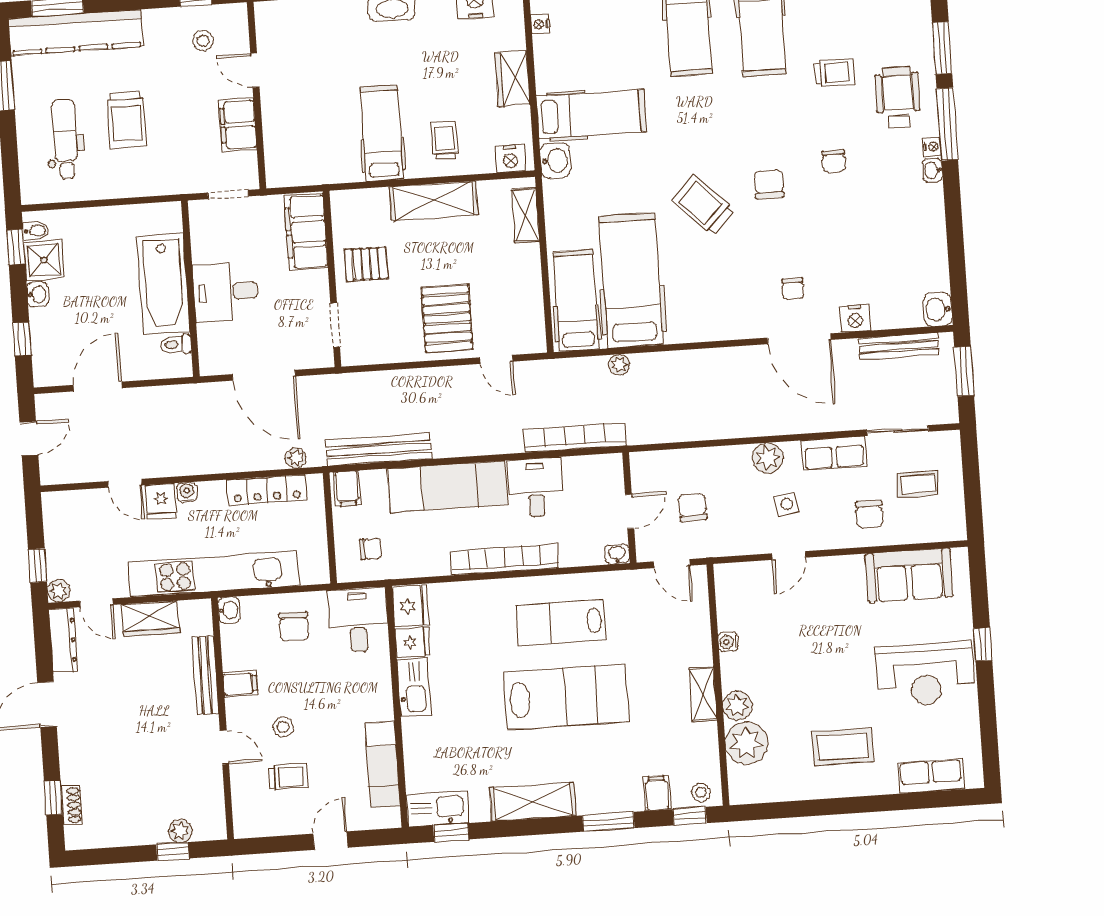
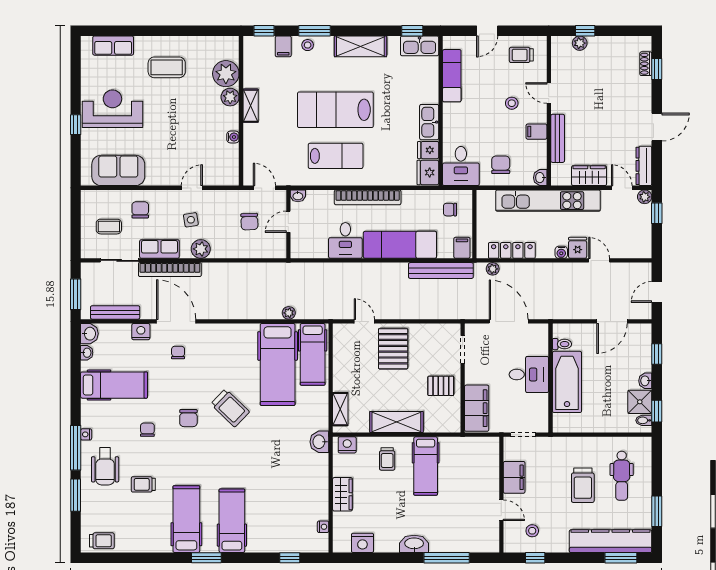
hospital bed: (591, 114) -> (114, 385), moved, turned 180
trolley: (127, 119) -> (583, 485), turned 180
washbasin: (933, 170) -> (87, 353), moved
bookcase: (575, 438) -> (170, 270), moved
trolley: (288, 777) -> (521, 55), moved
stool: (701, 792) -> (308, 45), moved

